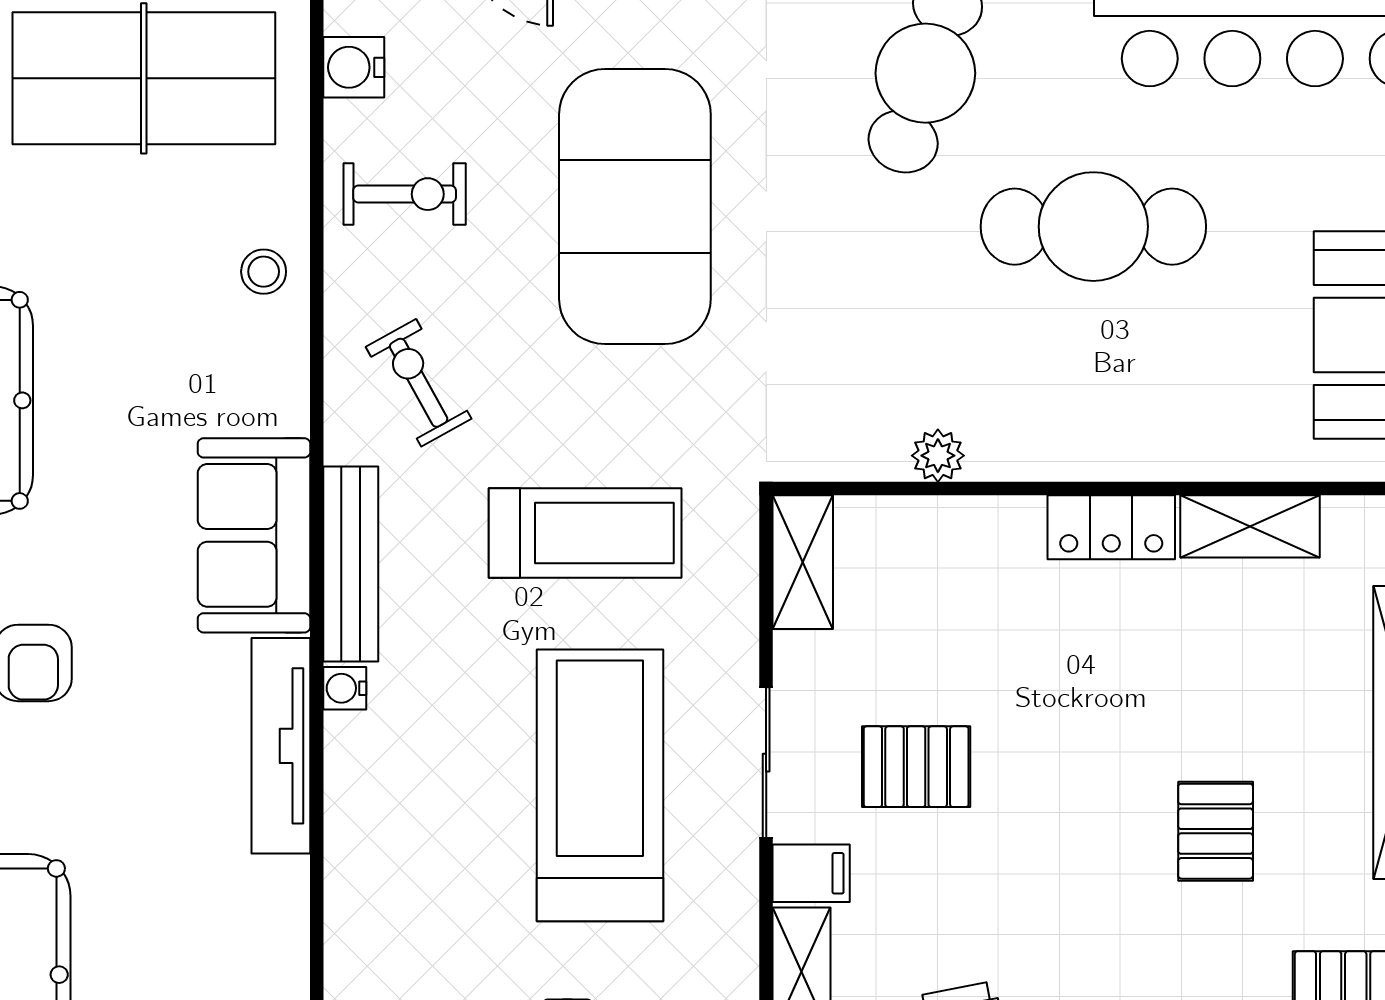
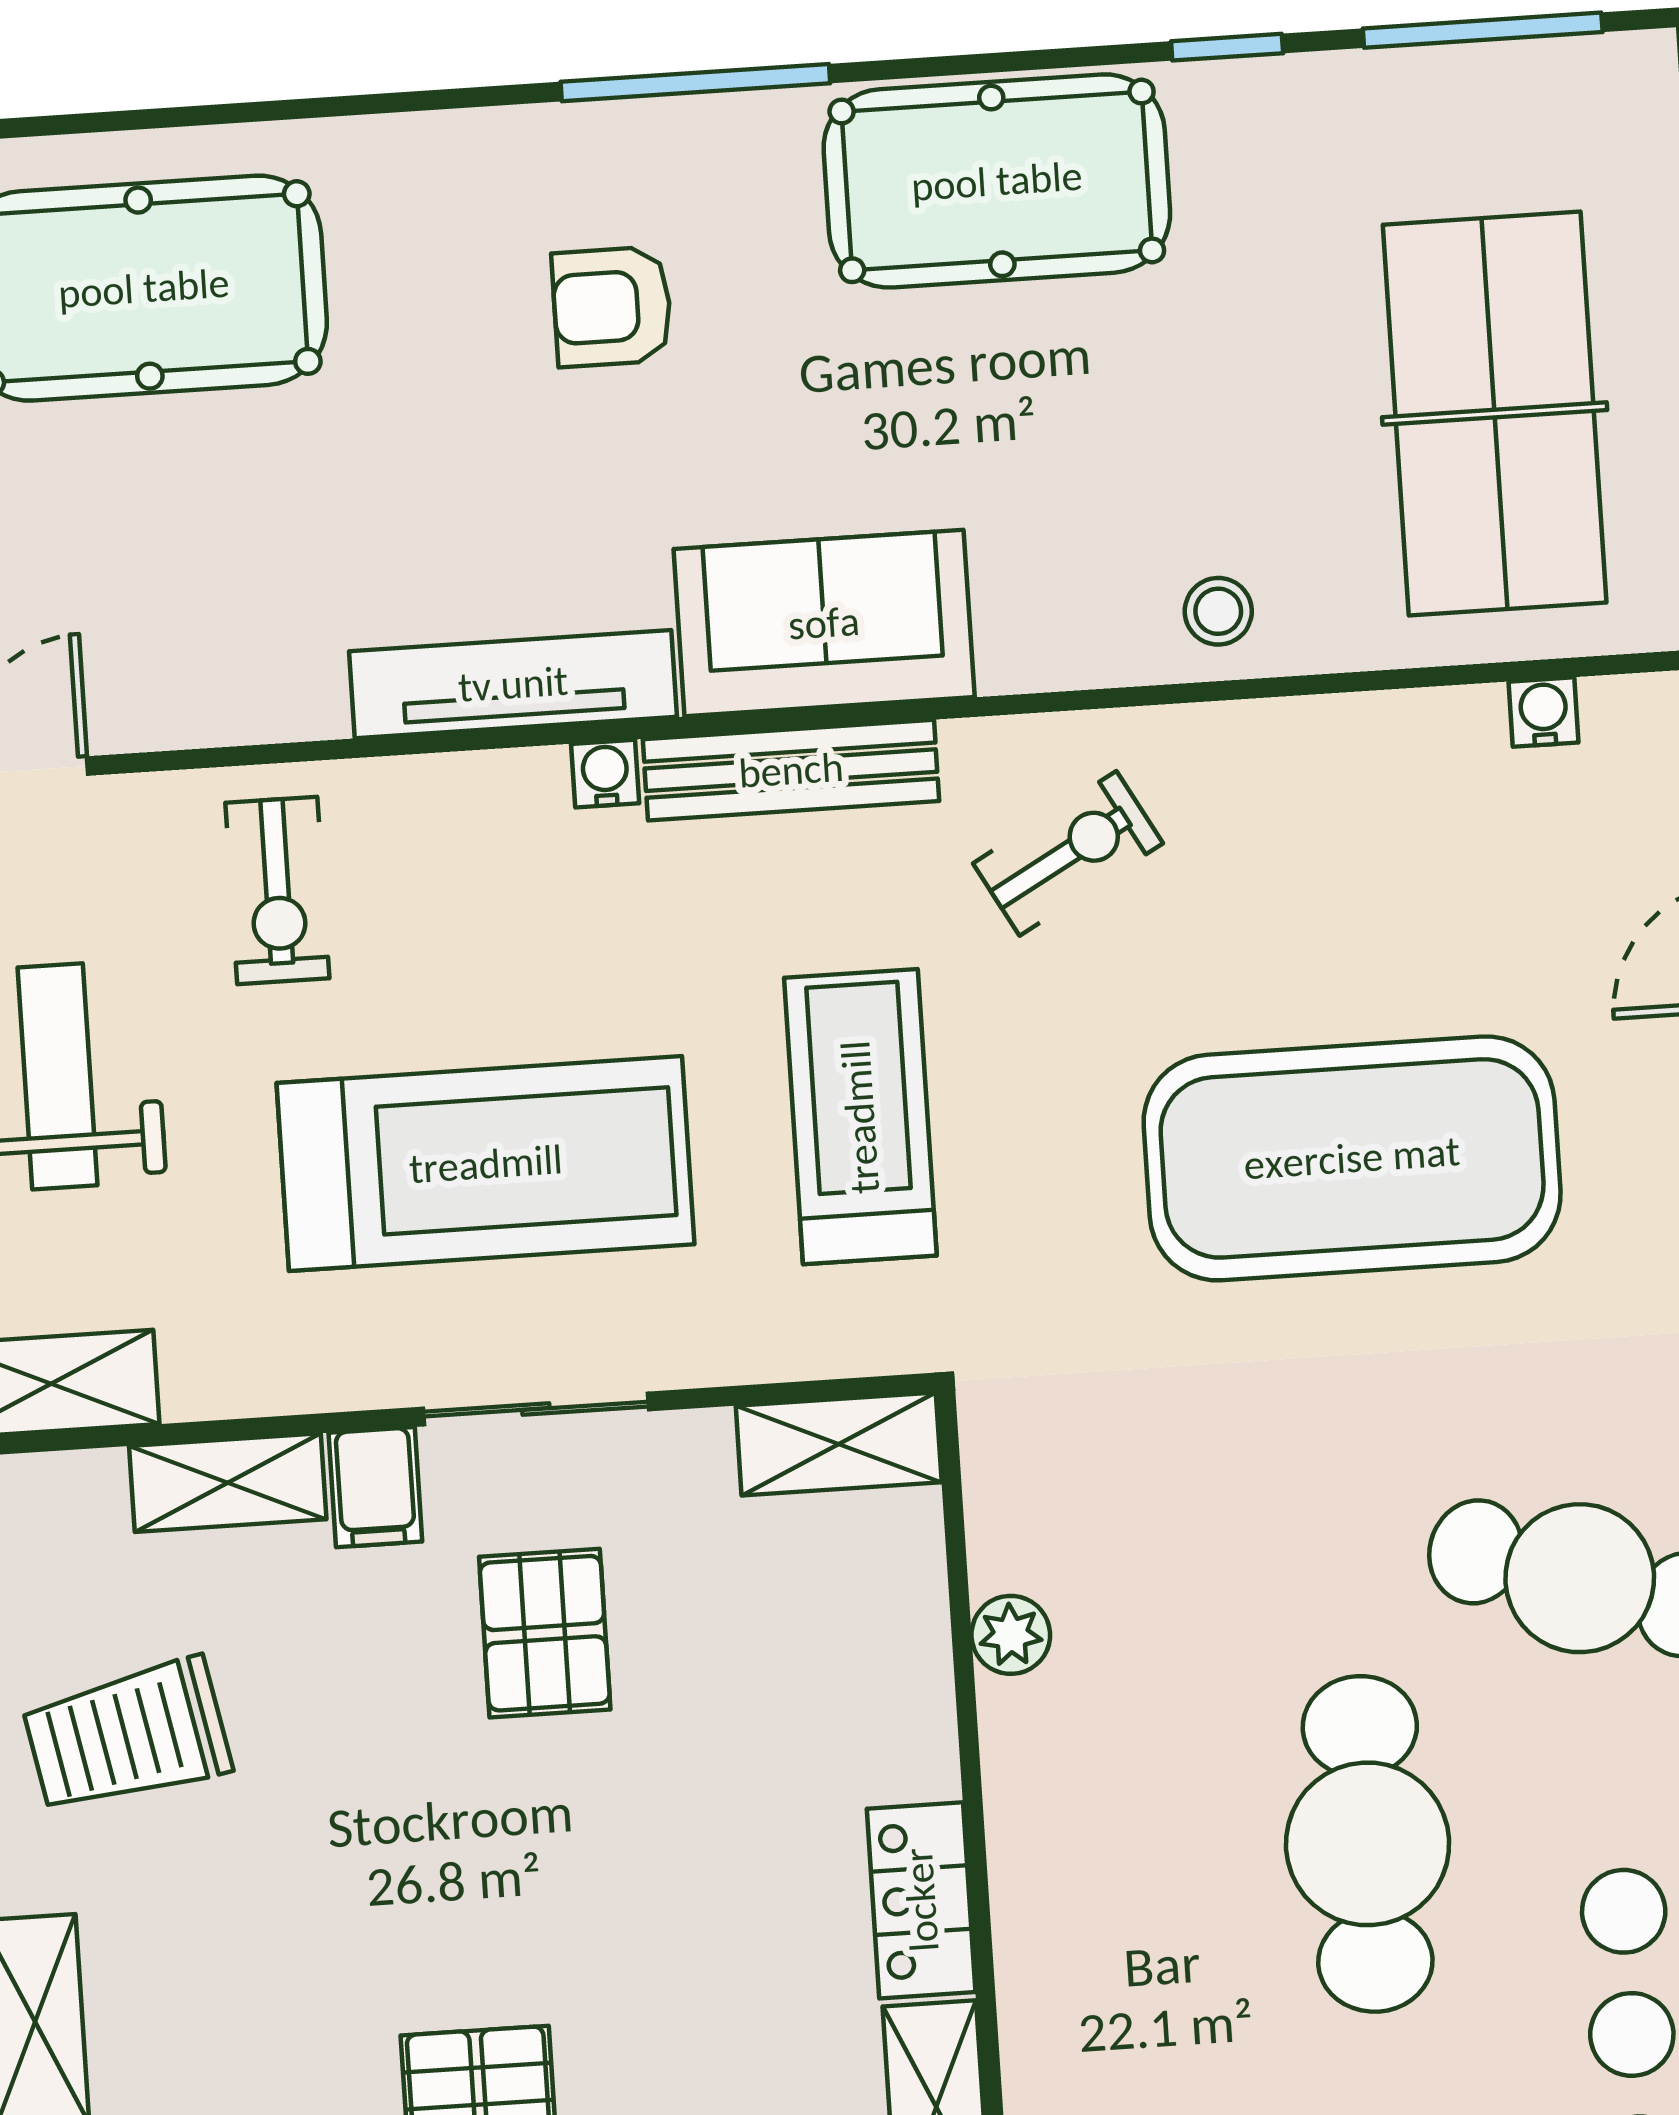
water cooler: (354, 67) -> (1543, 712), width x0.72, depth x0.72
exercise bike: (405, 194) -> (277, 891), moved
treadmill: (585, 533) -> (860, 1117), turned 180

